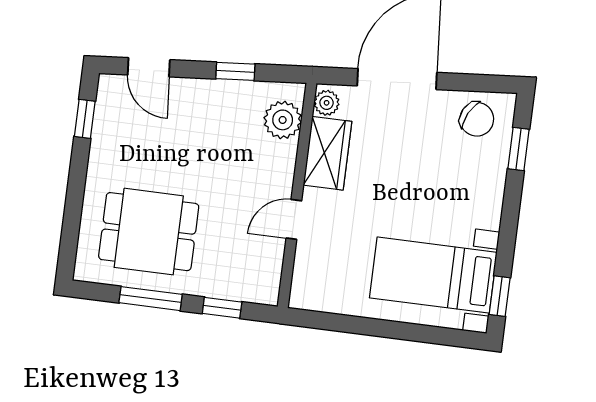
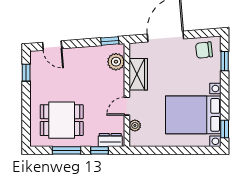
window: (235, 71) -> (110, 41), moved
plant: (327, 103) -> (135, 125), moved
chair: (477, 119) -> (204, 50), turned 146
bed with nightstands: (433, 275) -> (193, 115), width x1.36
dresser: (248, 288) -> (110, 140), added

